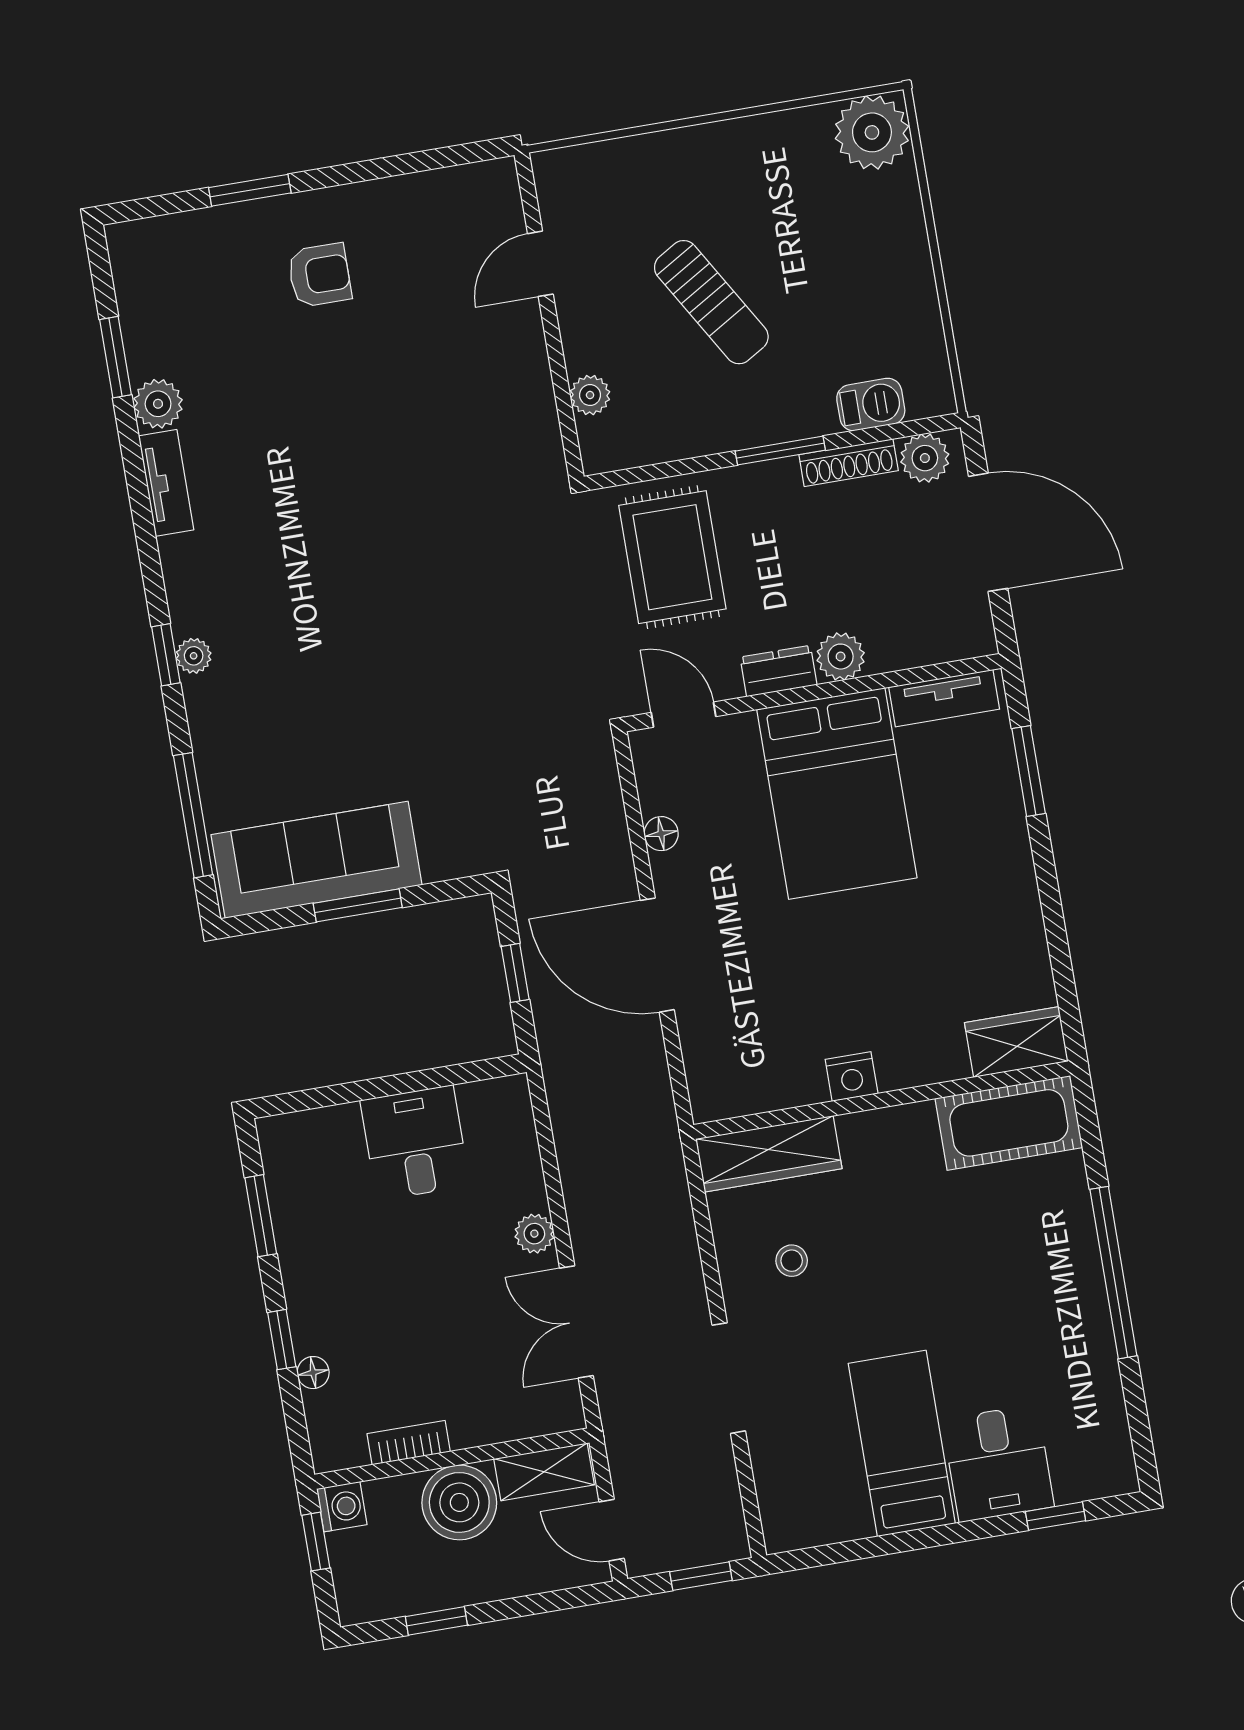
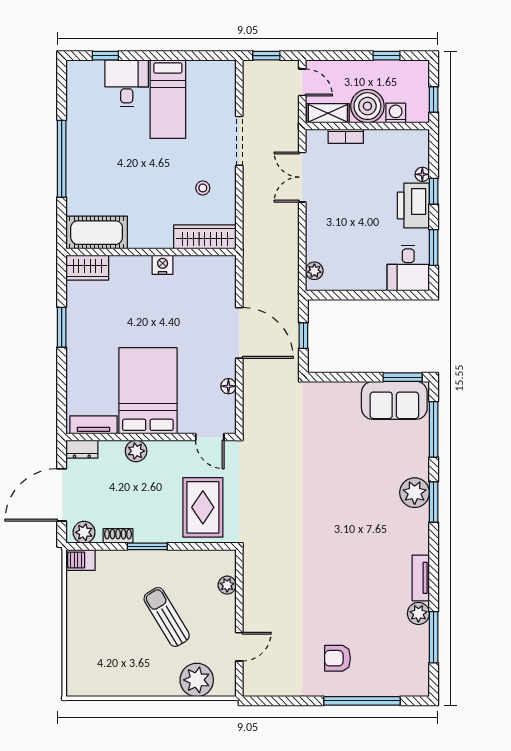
plant: (872, 132) -> (197, 680), moved
window: (250, 190) -> (362, 701), width x2.11
window: (116, 357) -> (434, 637), width x1.44
barbecue: (871, 405) -> (80, 560), moved
shoe rack: (849, 463) -> (118, 536), width x0.70
door: (988, 532) -> (62, 495), hinge flipped
window: (166, 655) -> (434, 502), width x1.50
plant: (194, 656) -> (415, 493), width x1.87, depth x1.87
dresser: (779, 671) -> (82, 449), moved
window: (1029, 771) -> (62, 327), moved
sofa: (317, 860) -> (394, 400), width x0.73
window: (358, 905) -> (403, 377), moved
desk: (415, 1143) -> (408, 268), moved
plant: (534, 1234) -> (314, 271), moved
printer: (321, 1301) -> (413, 205), added
double door: (576, 1322) -> (302, 177), swing flipped
bookcase: (409, 1443) -> (346, 136), moved
washing machine: (342, 1507) -> (396, 113), moved, turned 90

